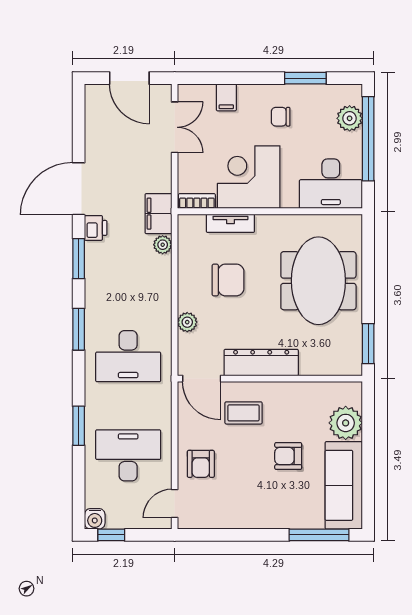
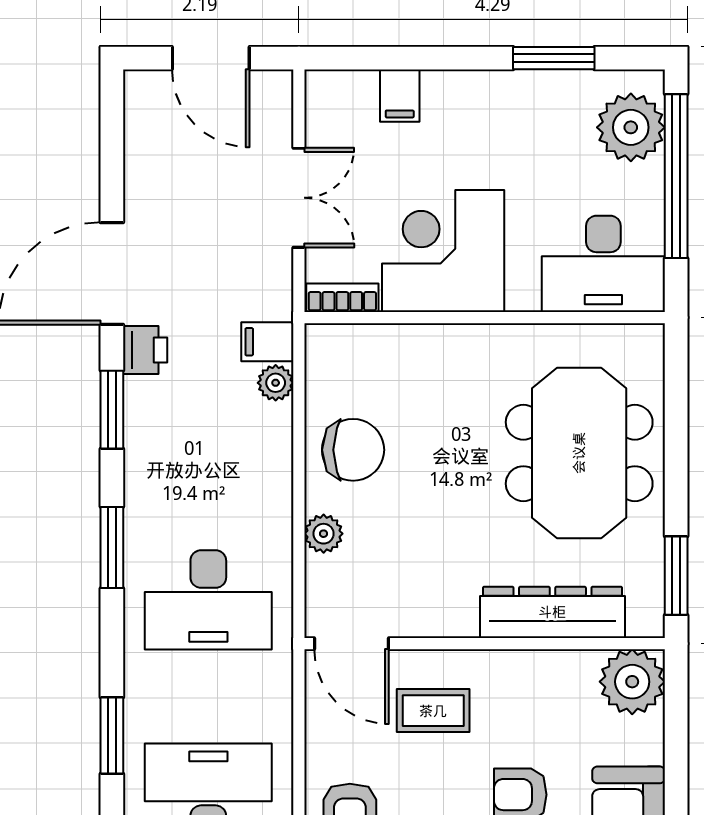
chair: (281, 117) -> (506, 133), removed
plant: (350, 118) -> (631, 127), width x1.36, depth x1.36
double door: (175, 127) -> (299, 198), moved
filing cabinet: (158, 214) -> (267, 342), width x0.50
tv unit: (230, 223) -> (408, 341), removed
chair: (228, 280) -> (353, 450), moved
dresser: (261, 363) -> (552, 612), moved
plant: (346, 423) -> (632, 682), moved

